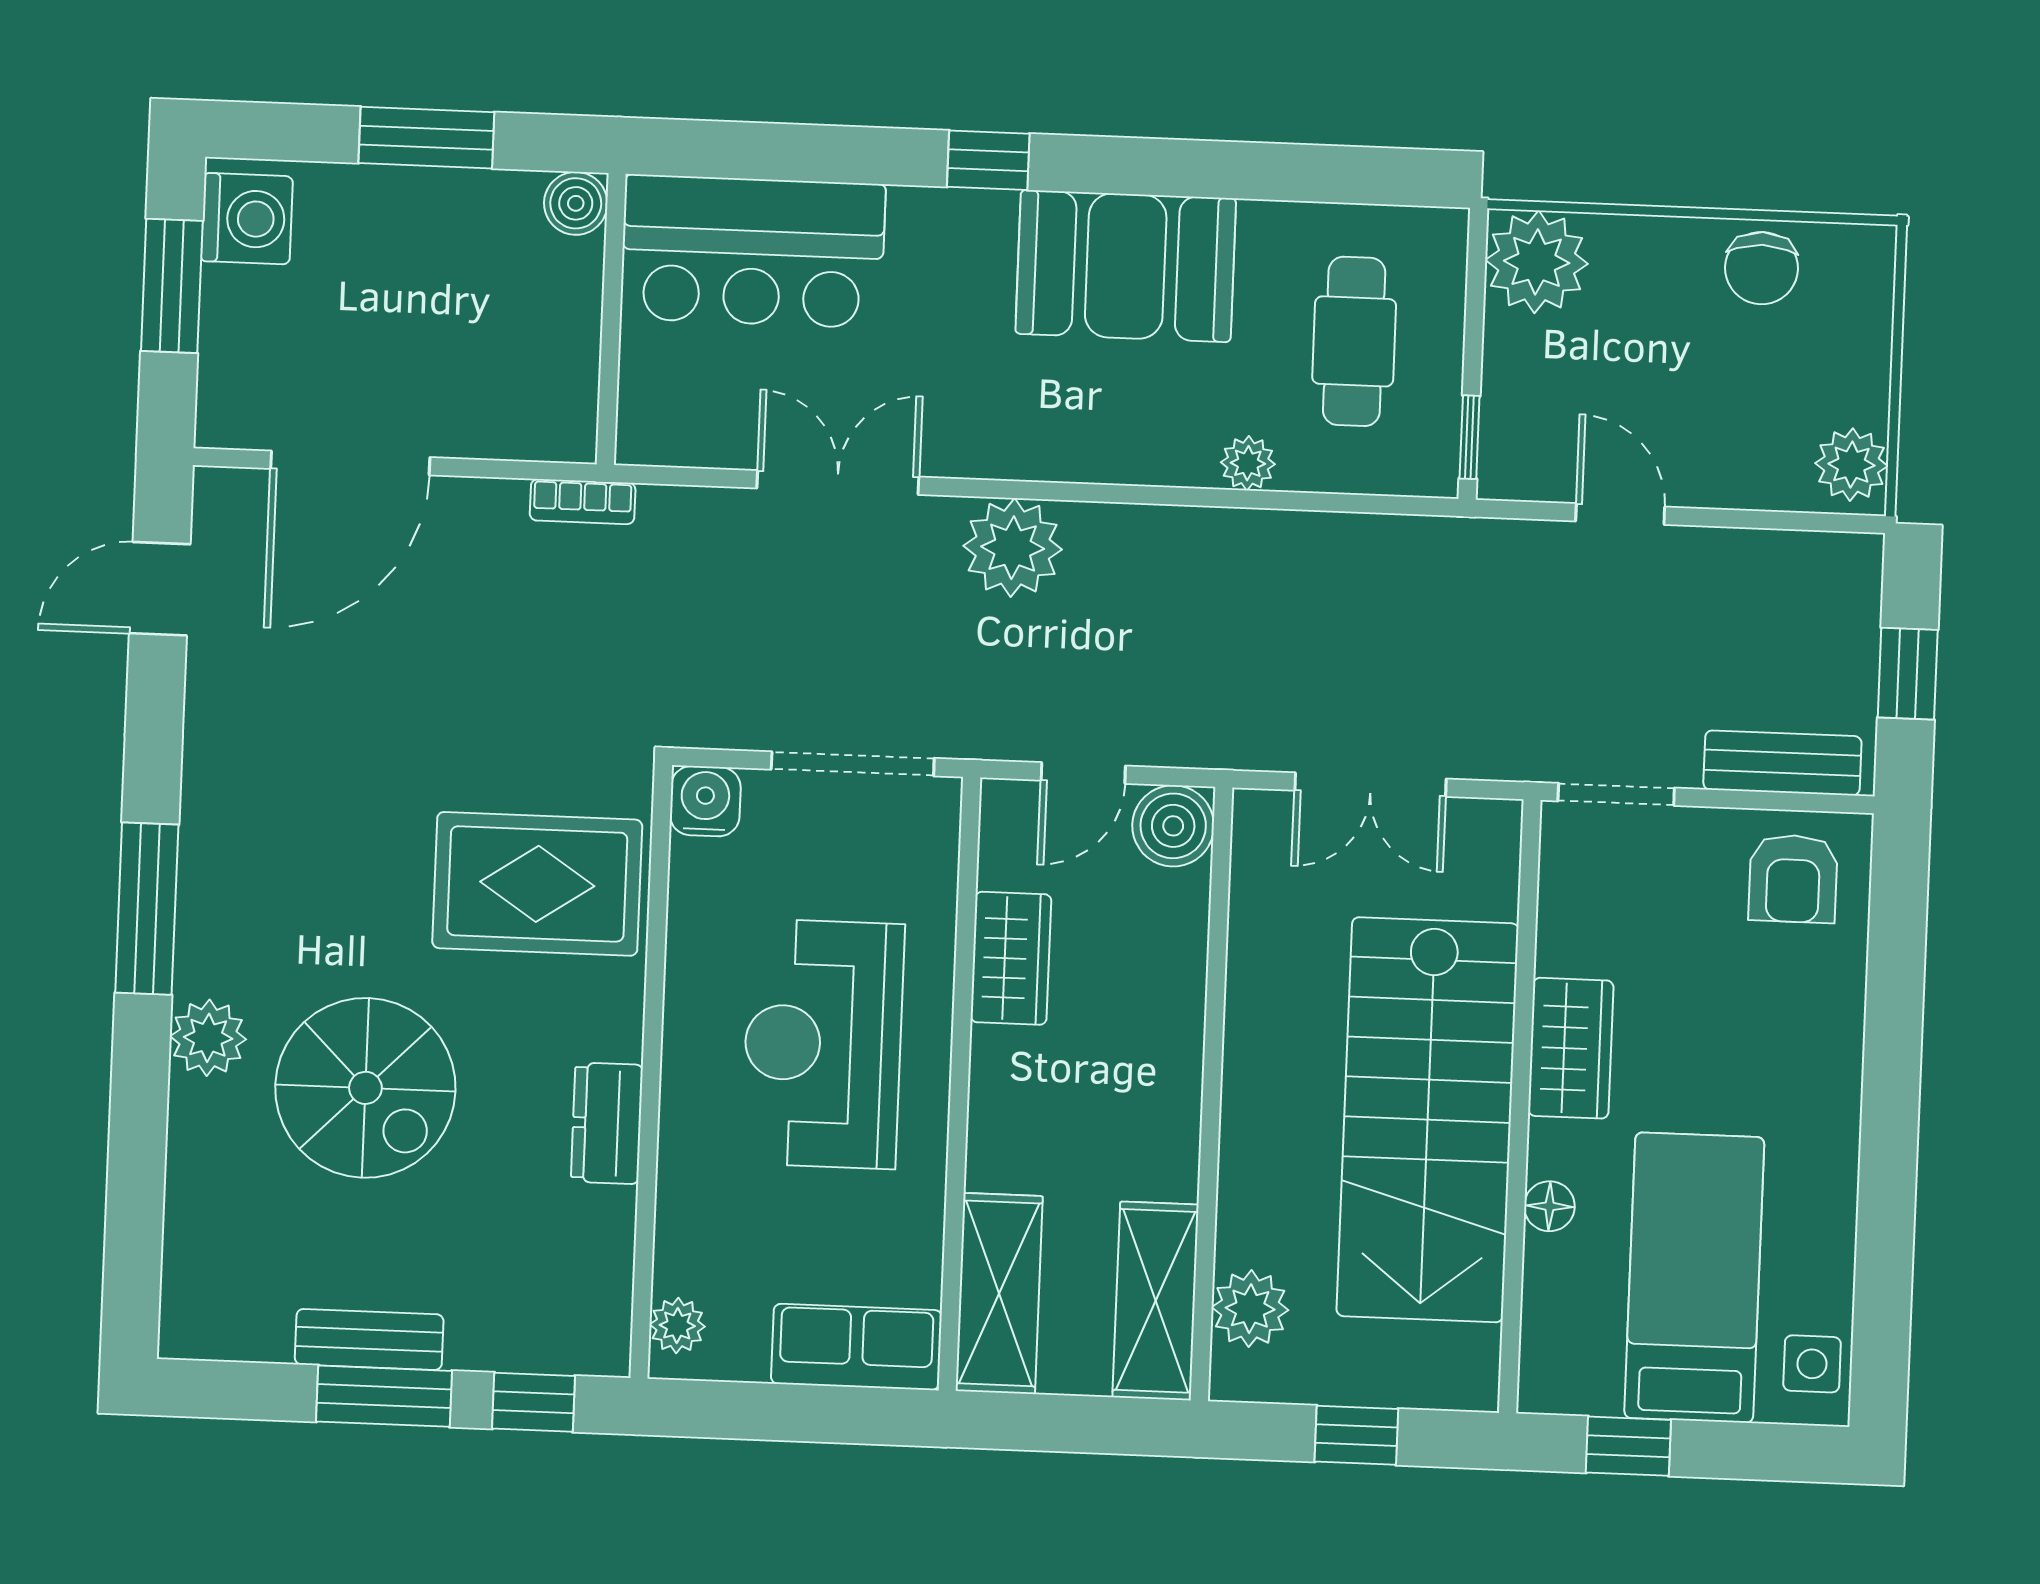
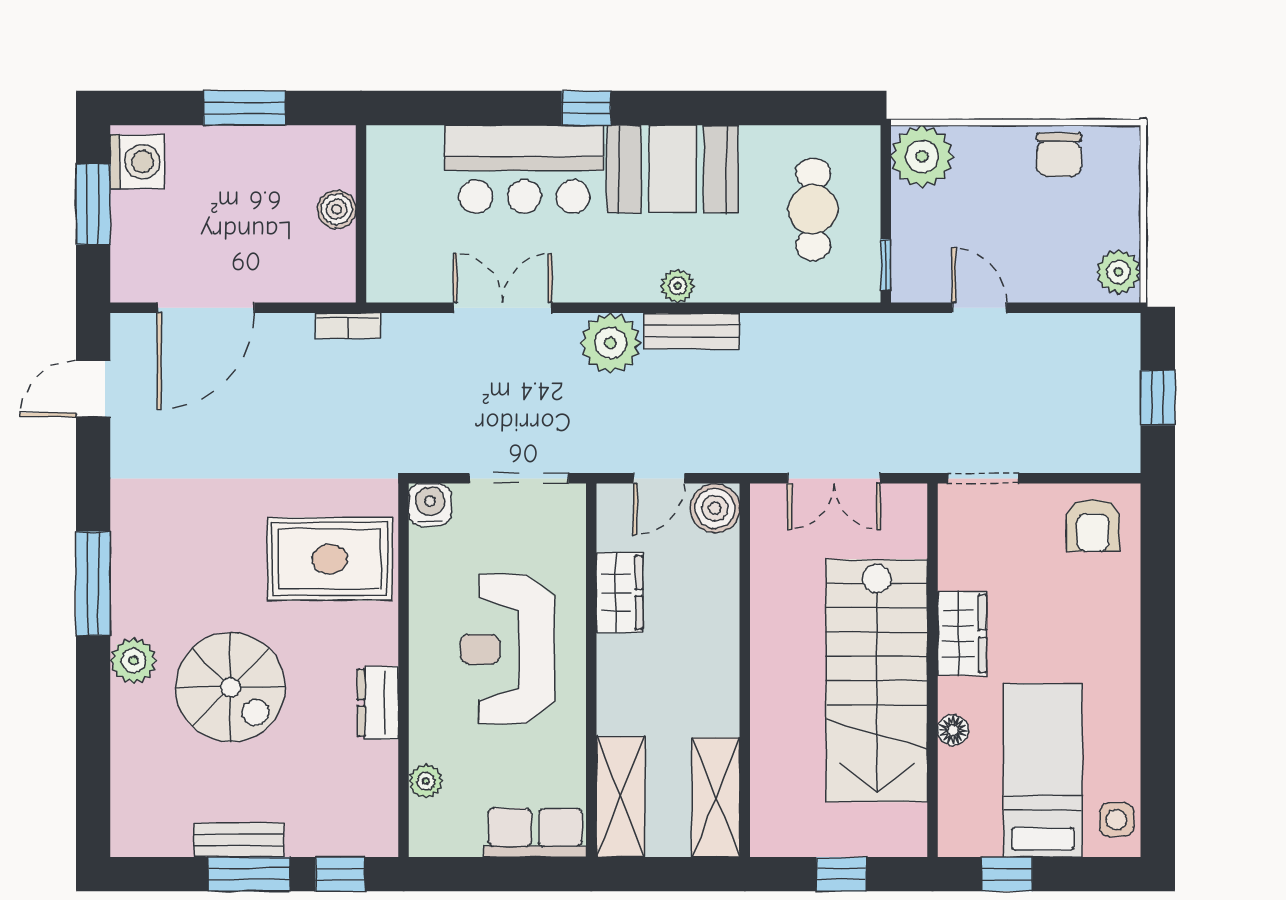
boiler: (576, 203) -> (337, 209), moved
bar counter: (753, 251) -> (524, 169), moved
plant: (1248, 463) -> (678, 286), moved
bench: (1782, 763) -> (692, 331), moved
plant: (1250, 1309) -> (774, 800), removed
plant: (677, 1326) -> (426, 781), moved

